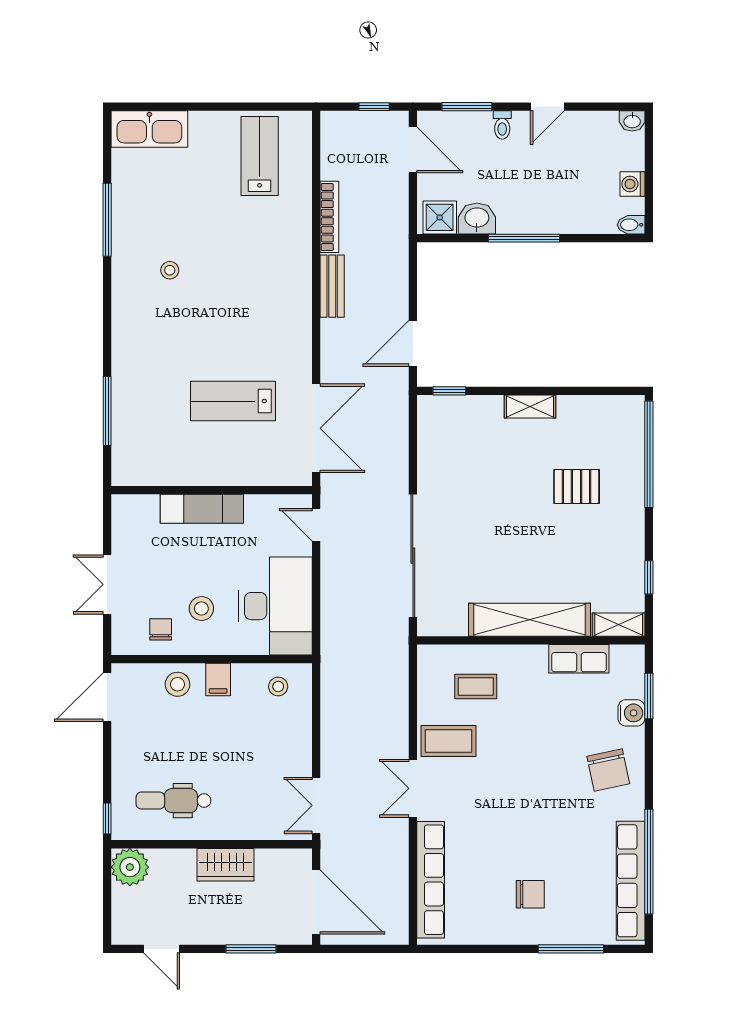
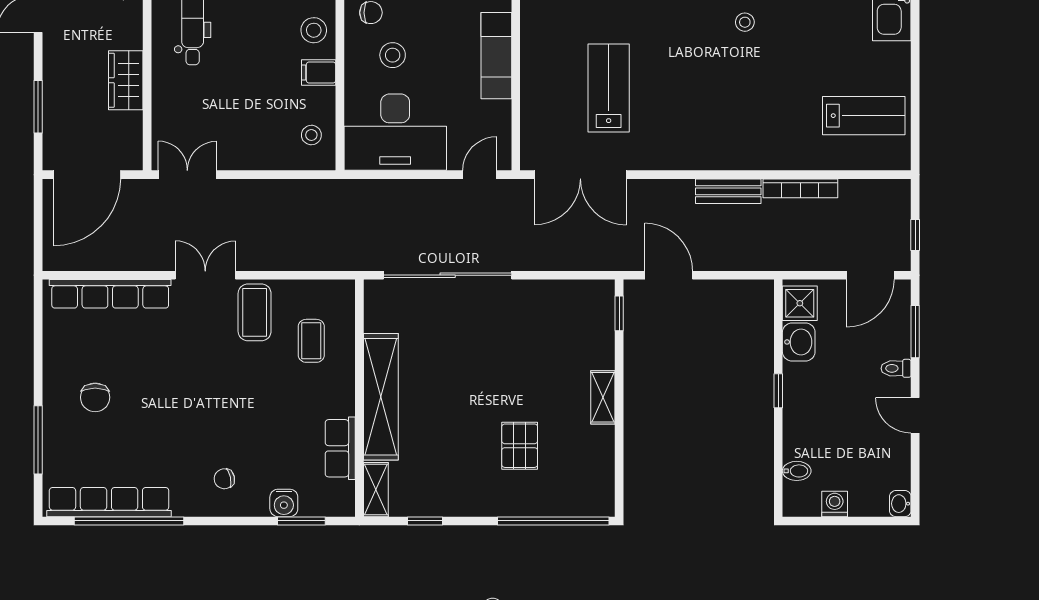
bidet: (631, 225) -> (797, 471), moved, turned 90
window: (524, 238) -> (778, 391), width x0.46
chair: (608, 770) -> (224, 479), width x0.54, depth x0.54

